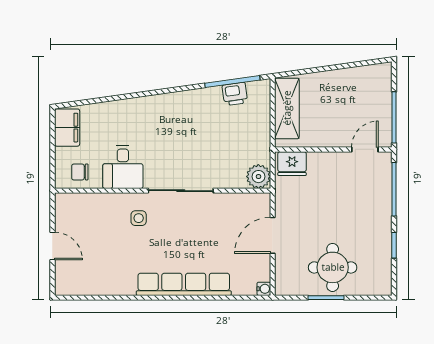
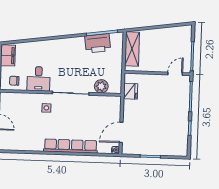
printer: (235, 94) -> (98, 43), width x1.87, depth x1.48
fridge: (292, 164) -> (130, 91), moved, turned -90
plant: (258, 177) -> (101, 86), moved
door: (273, 235) -> (121, 132), moved
round table: (333, 267) -> (155, 139), removed

